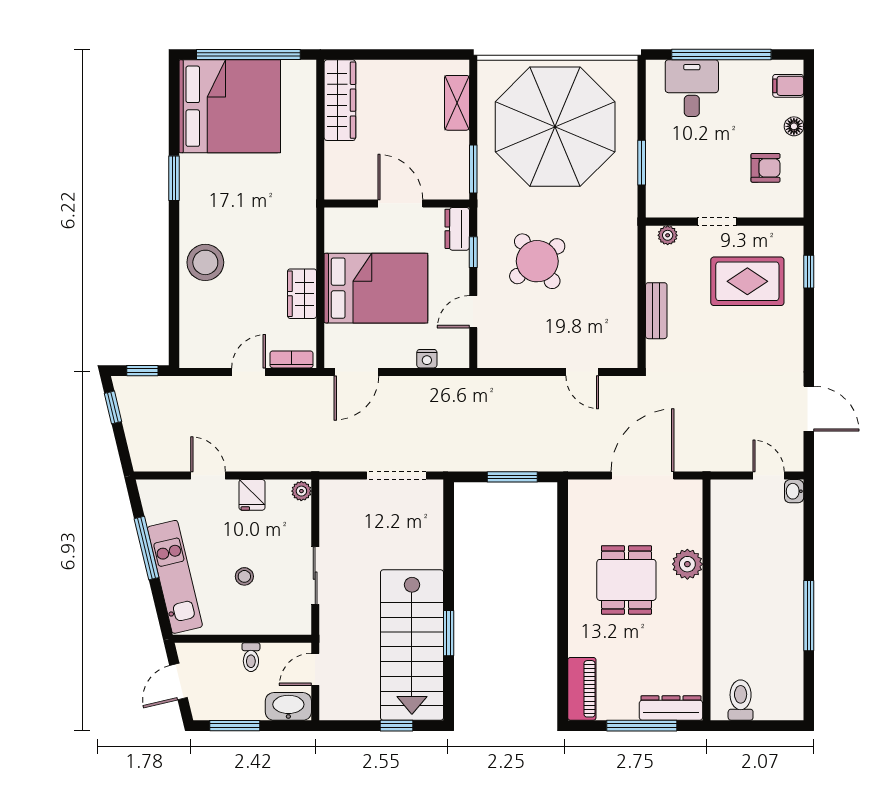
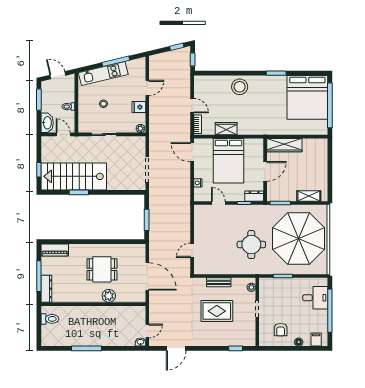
wardrobe: (340, 100) -> (284, 145), moved
round table: (537, 261) -> (251, 245), moved, turned 37
rug: (747, 281) -> (217, 311), moved, turned 90

